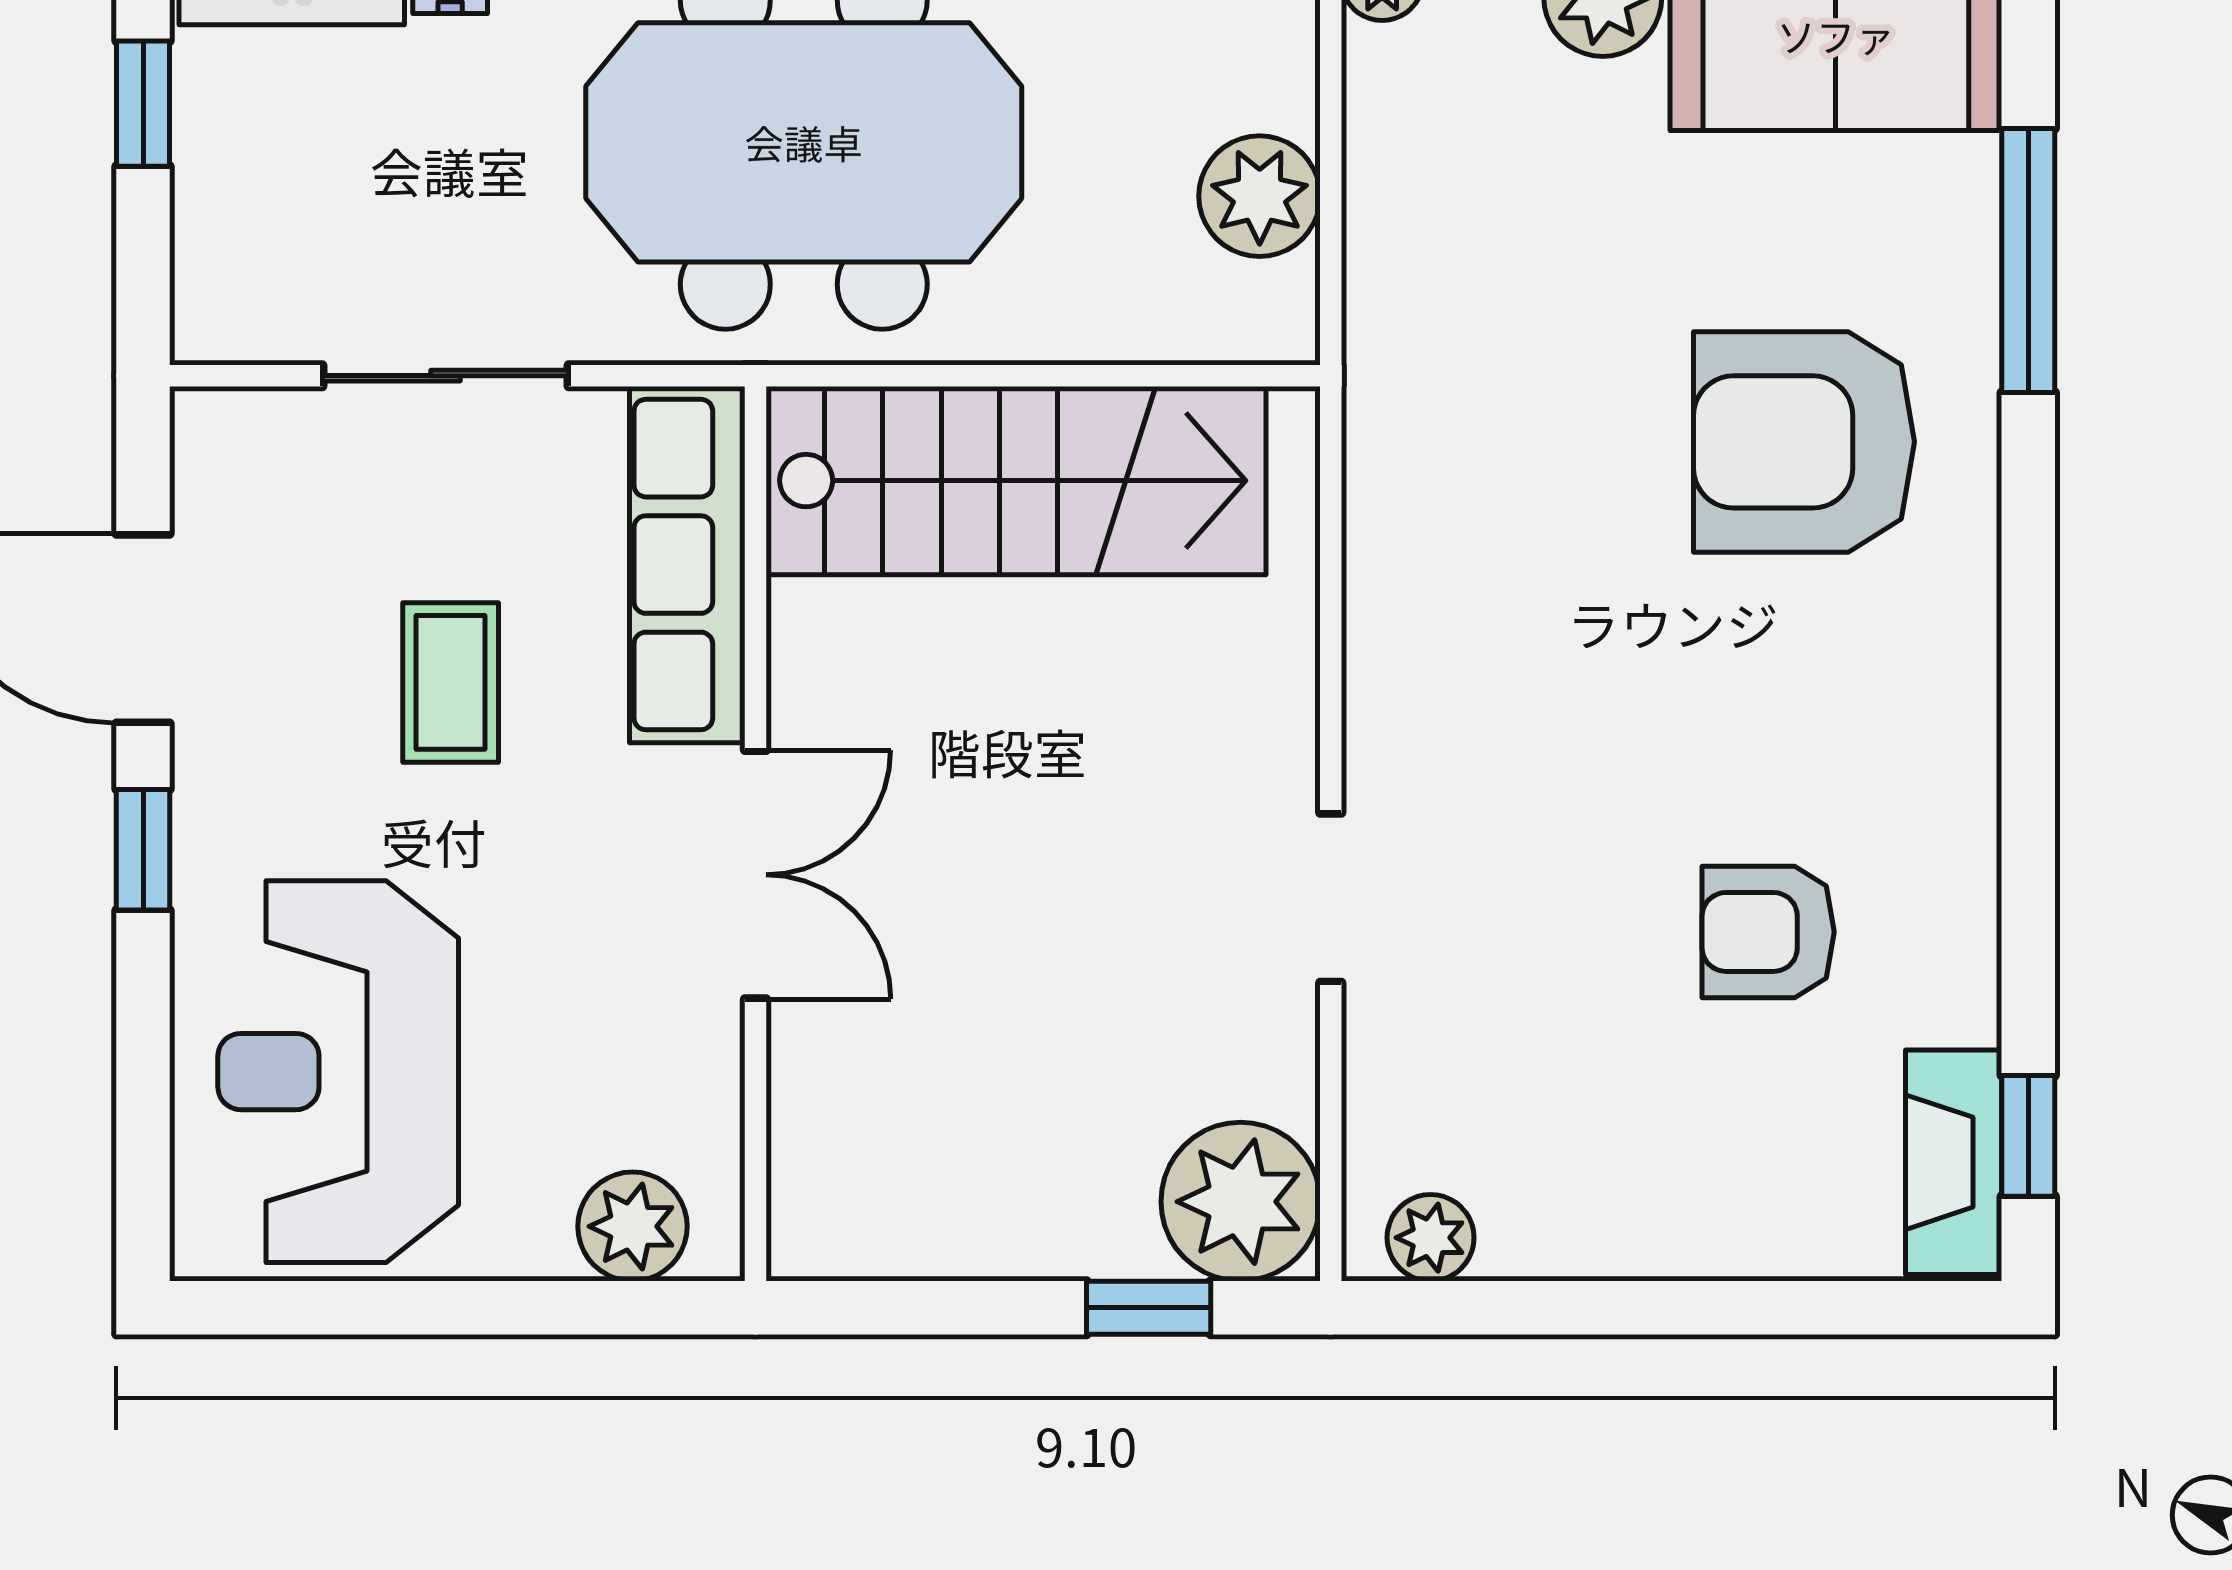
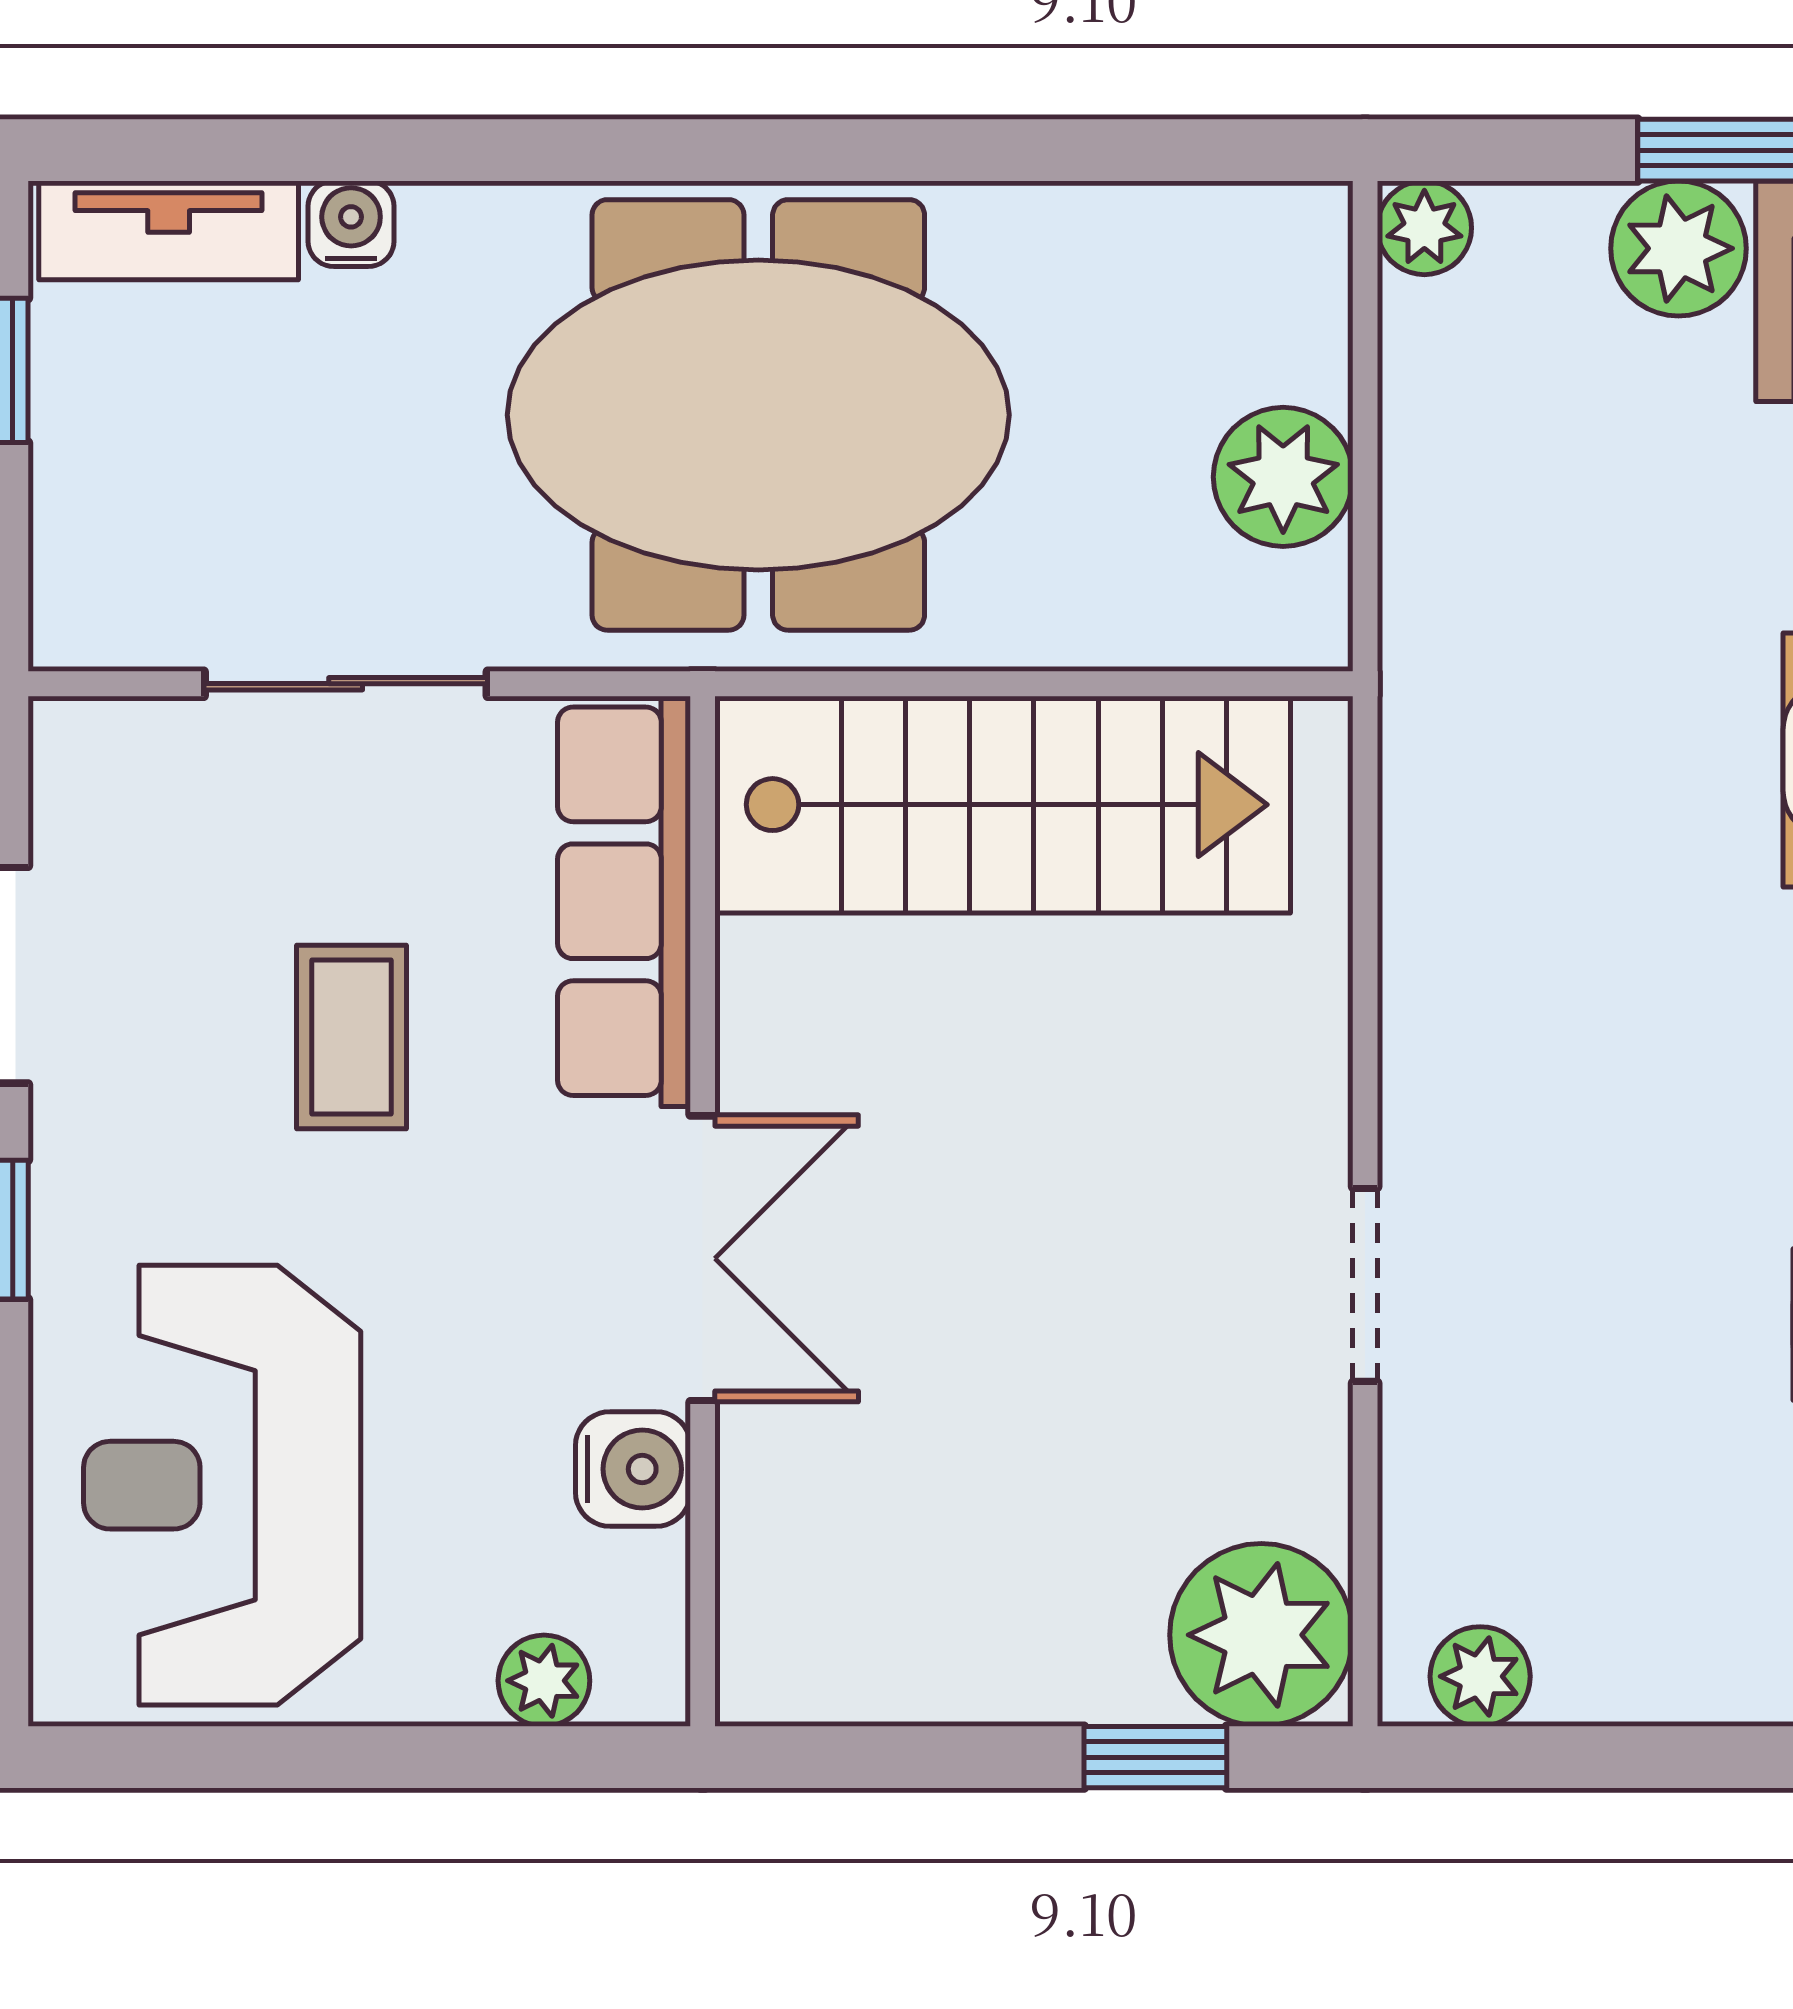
water cooler: (695, 1058) -> (633, 1469), added
plant: (633, 1226) -> (544, 1681), width x0.73, depth x0.73

